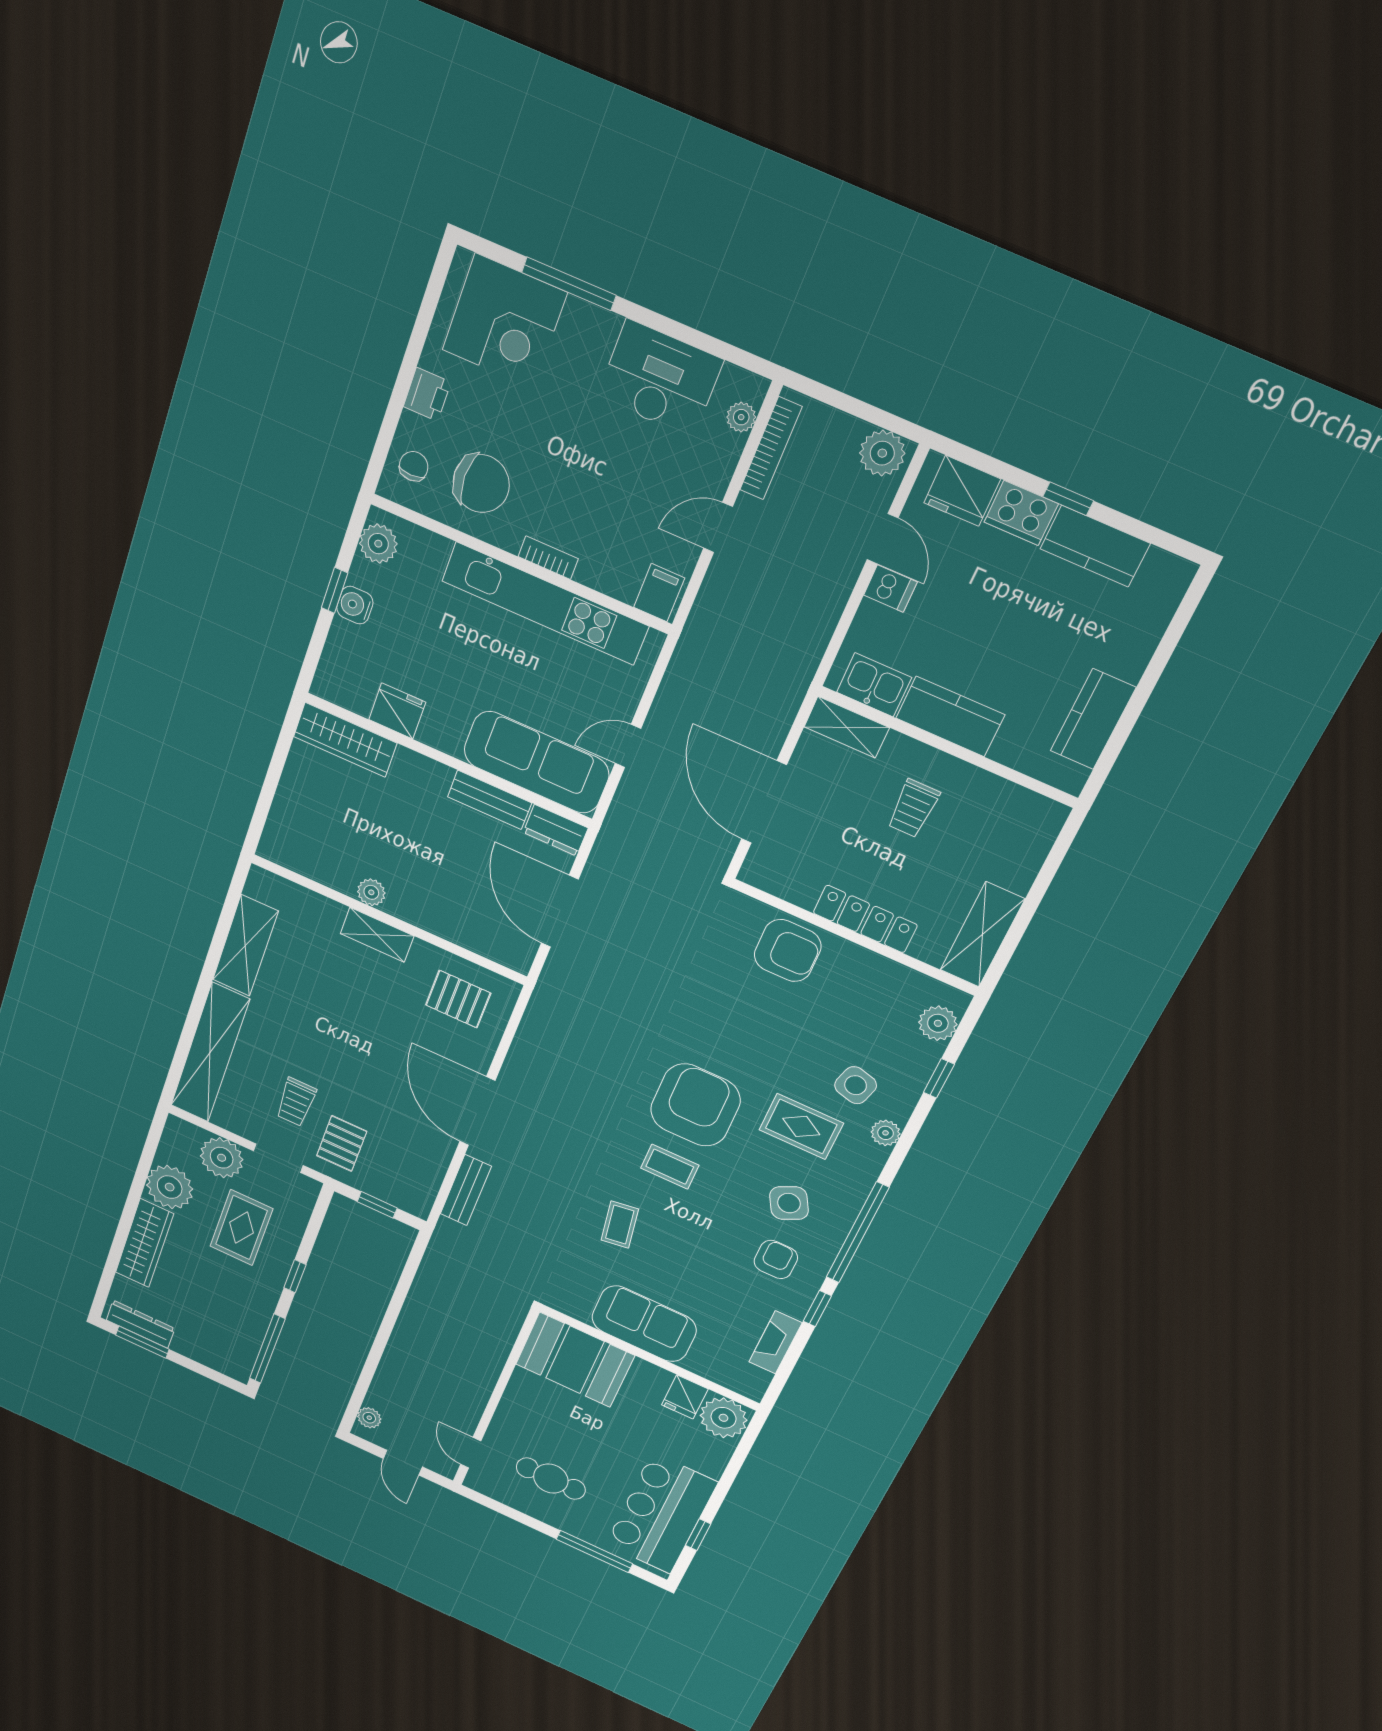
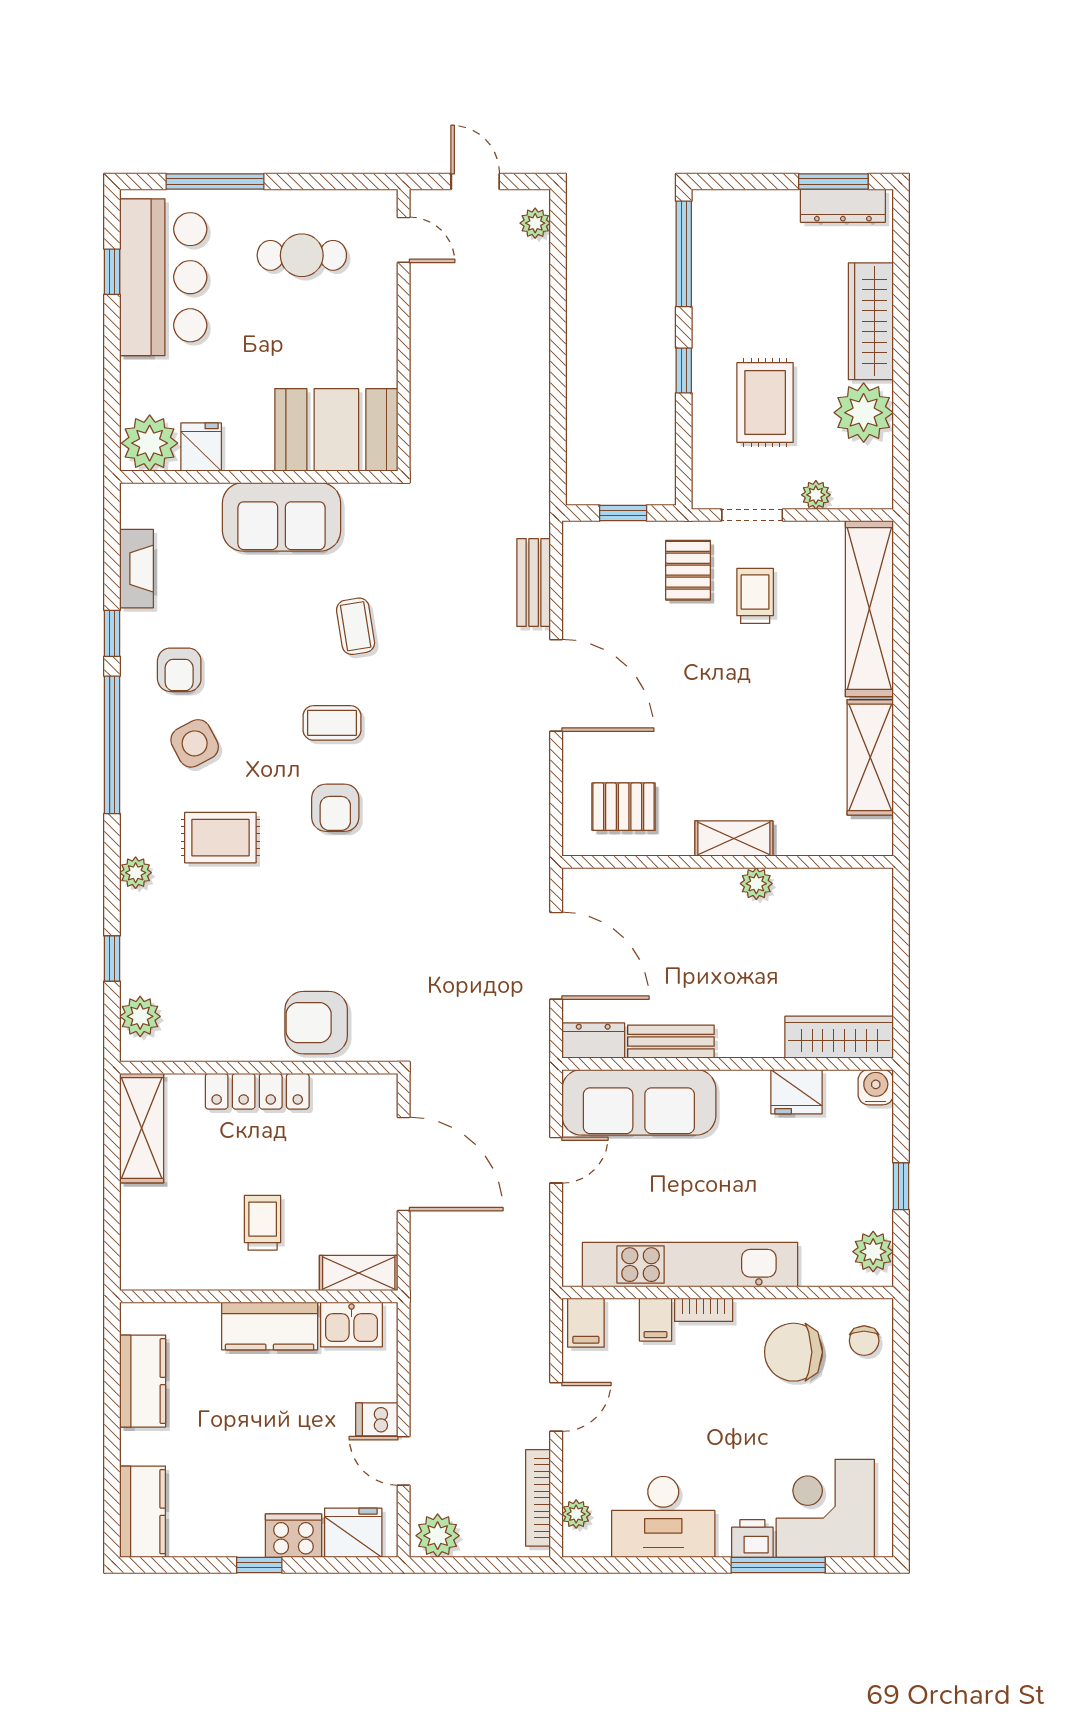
printer: (427, 394) -> (752, 1539), moved, turned 90
kitchen counter: (1095, 546) -> (143, 1512), moved, turned 90
filing cabinet: (595, 568) -> (655, 1320), added
water cooler: (355, 605) -> (876, 1087), moved, turned -90
side table: (856, 1085) -> (188, 910), removed
armchair: (695, 1105) -> (335, 808), width x0.53, depth x0.53
plant: (222, 1158) -> (816, 495), width x0.53, depth x0.53

